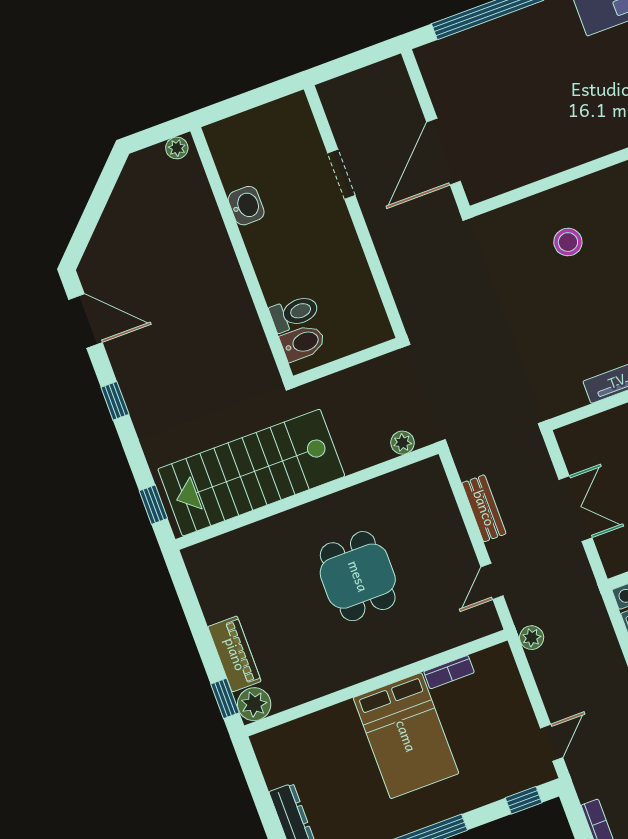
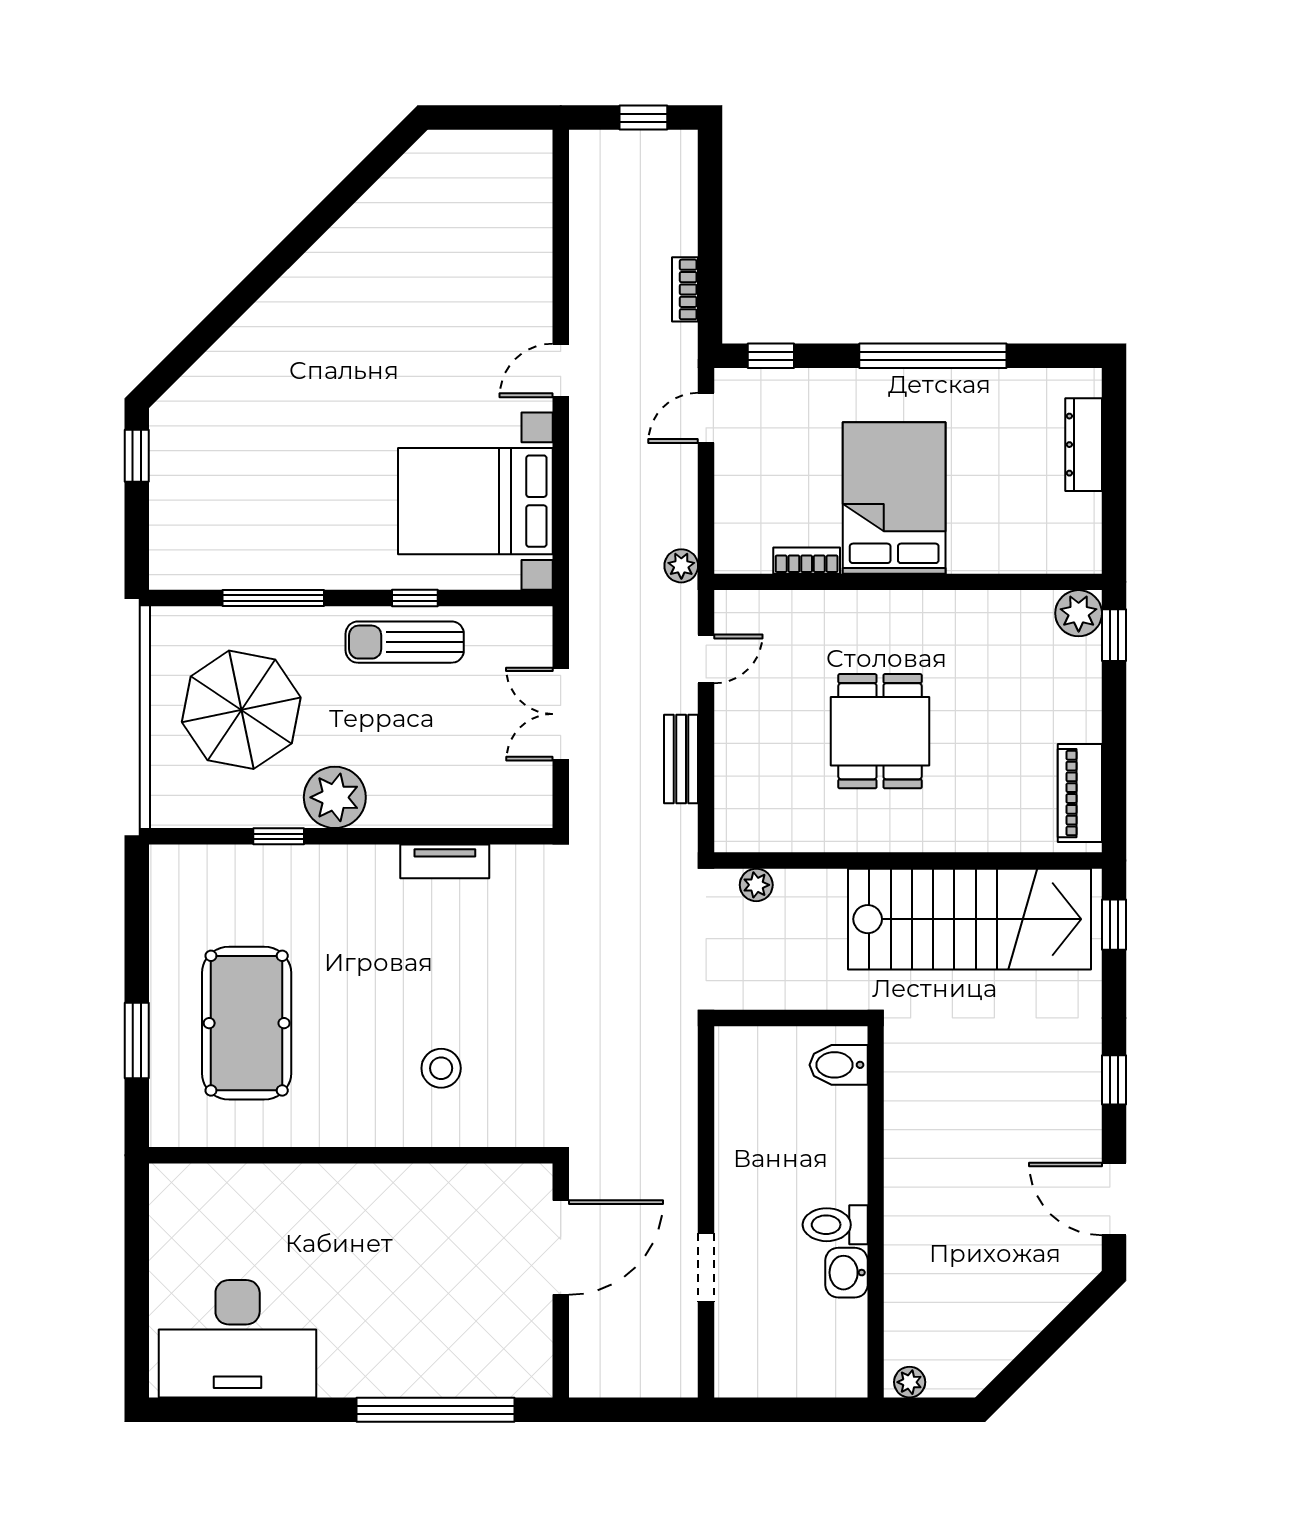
toilet: (294, 313) -> (835, 1225), moved
piano: (235, 654) -> (1080, 793), moved

